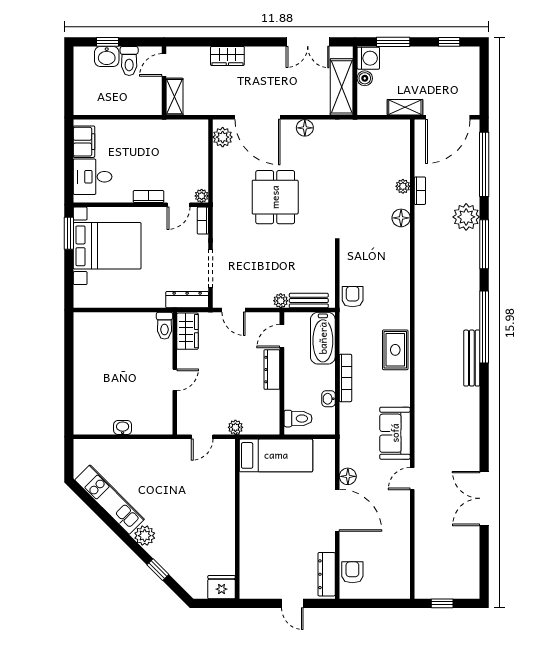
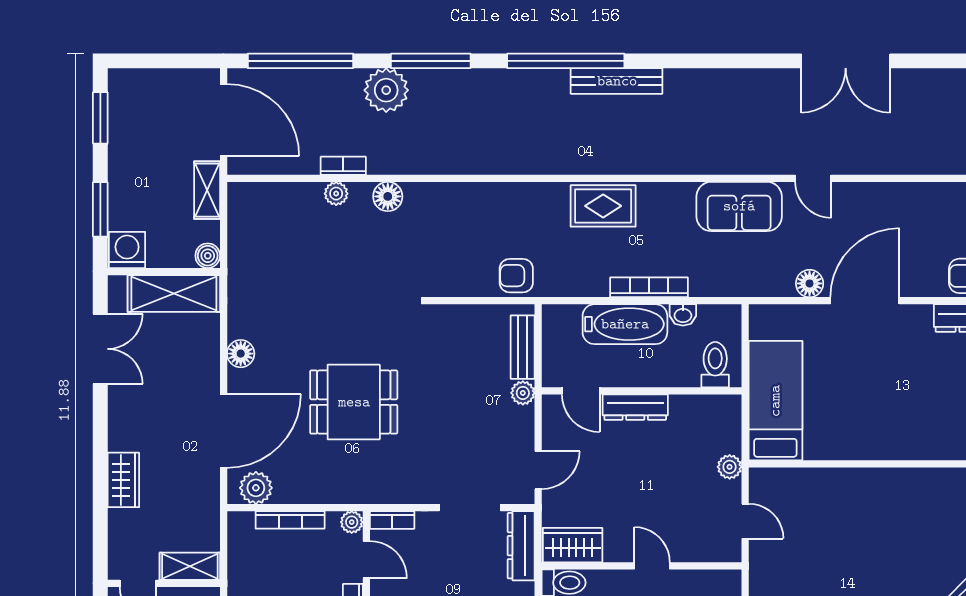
window: (449, 42) -> (100, 118), width x1.50
boiler: (365, 78) -> (208, 256), moved
bookcase: (203, 158) -> (290, 520), added
bathtub: (323, 338) -> (625, 324), moved

